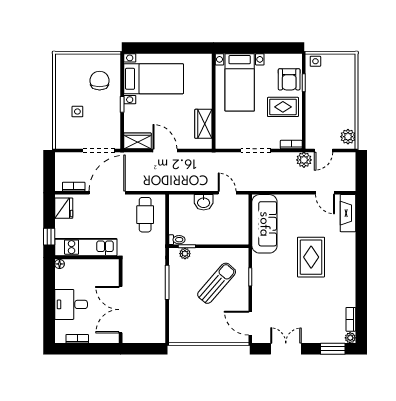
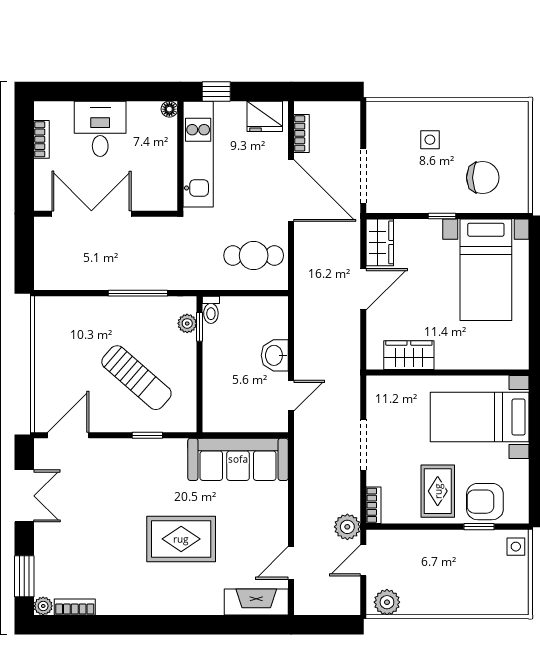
door: (324, 151) -> (363, 560), hinge flipped

